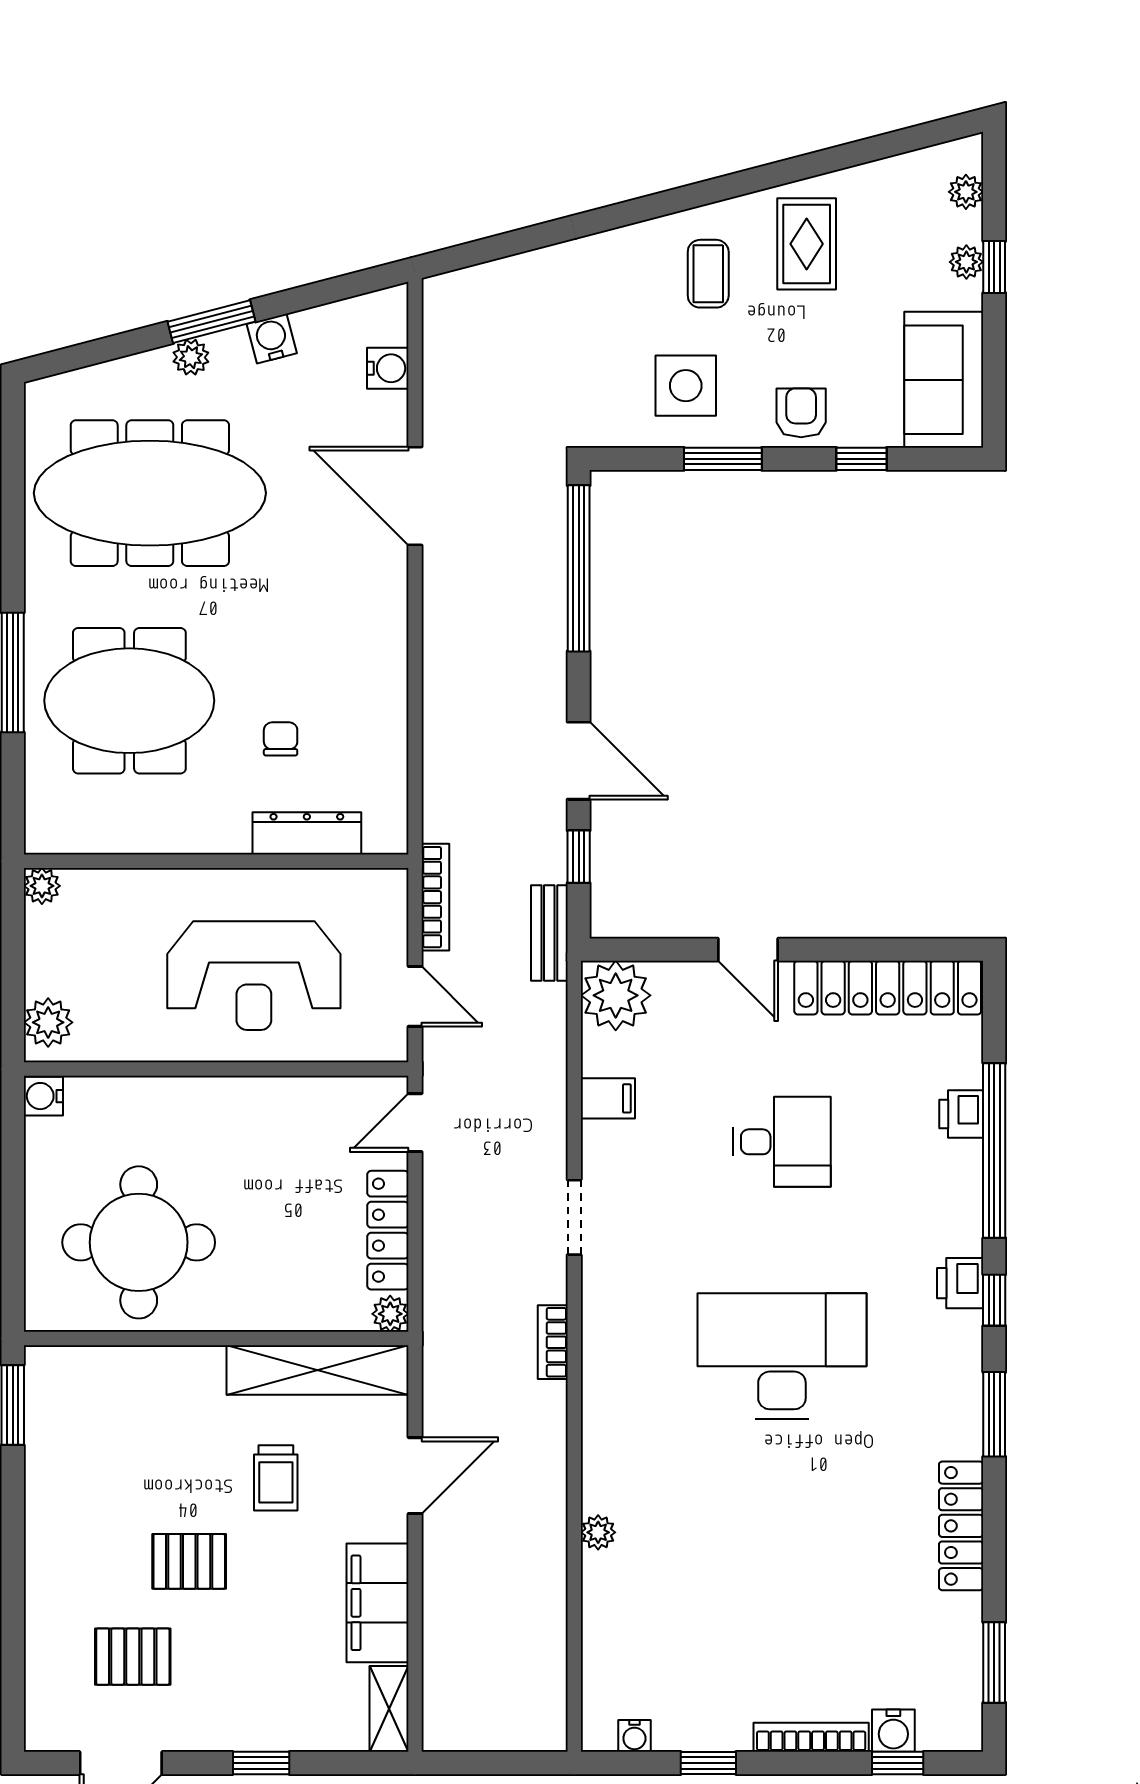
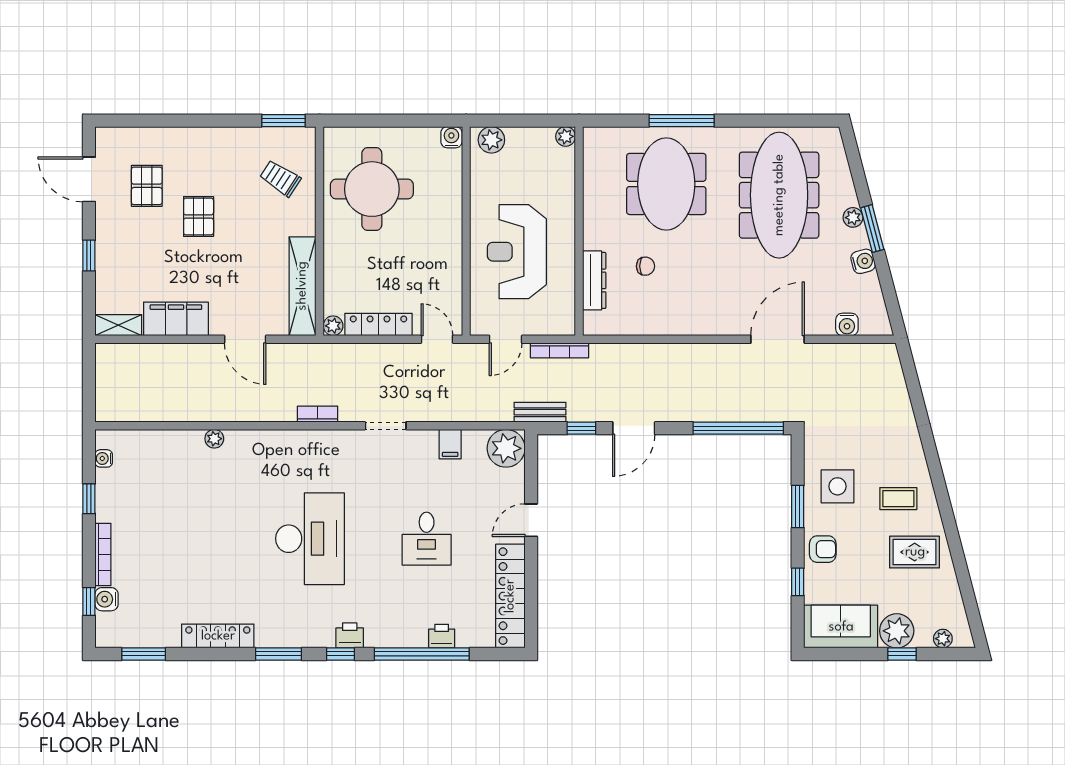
plant: (966, 262) -> (897, 631), width x1.87, depth x1.87
trolley: (276, 1478) -> (280, 178), moved, turned 33

